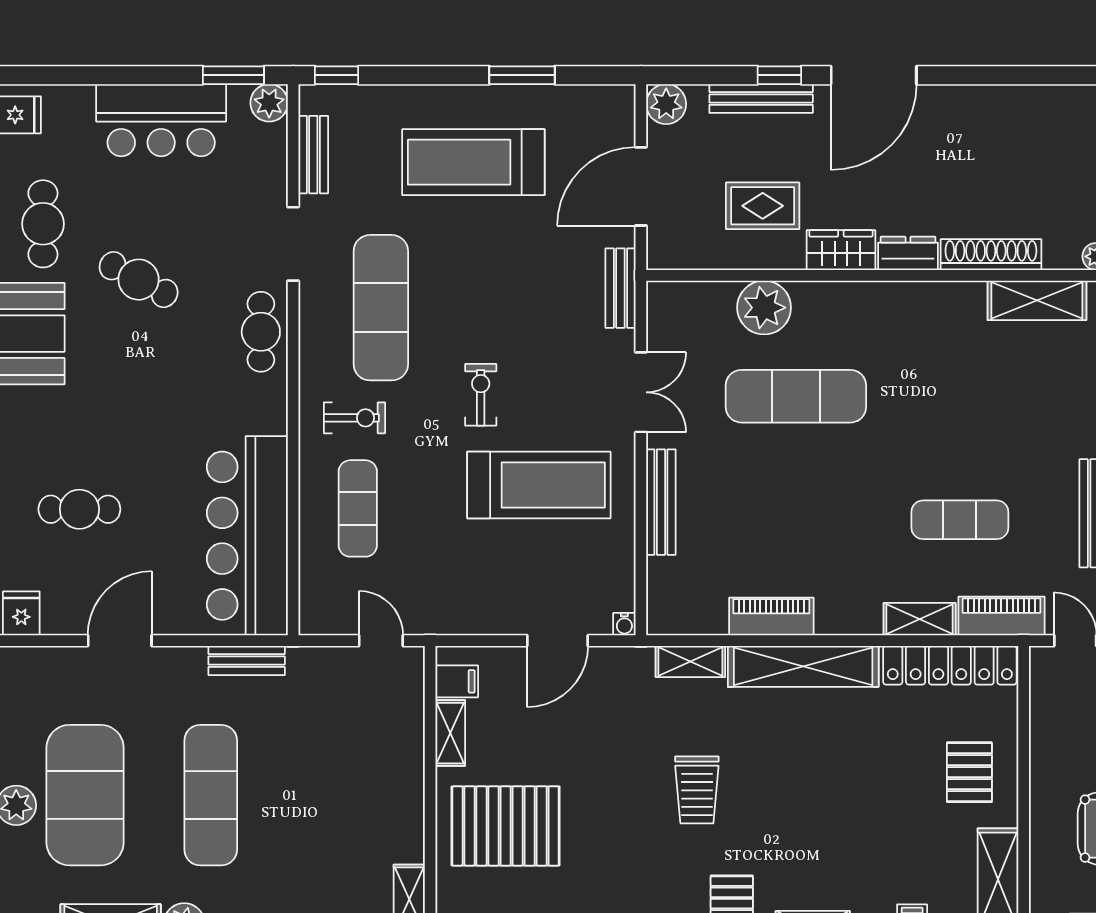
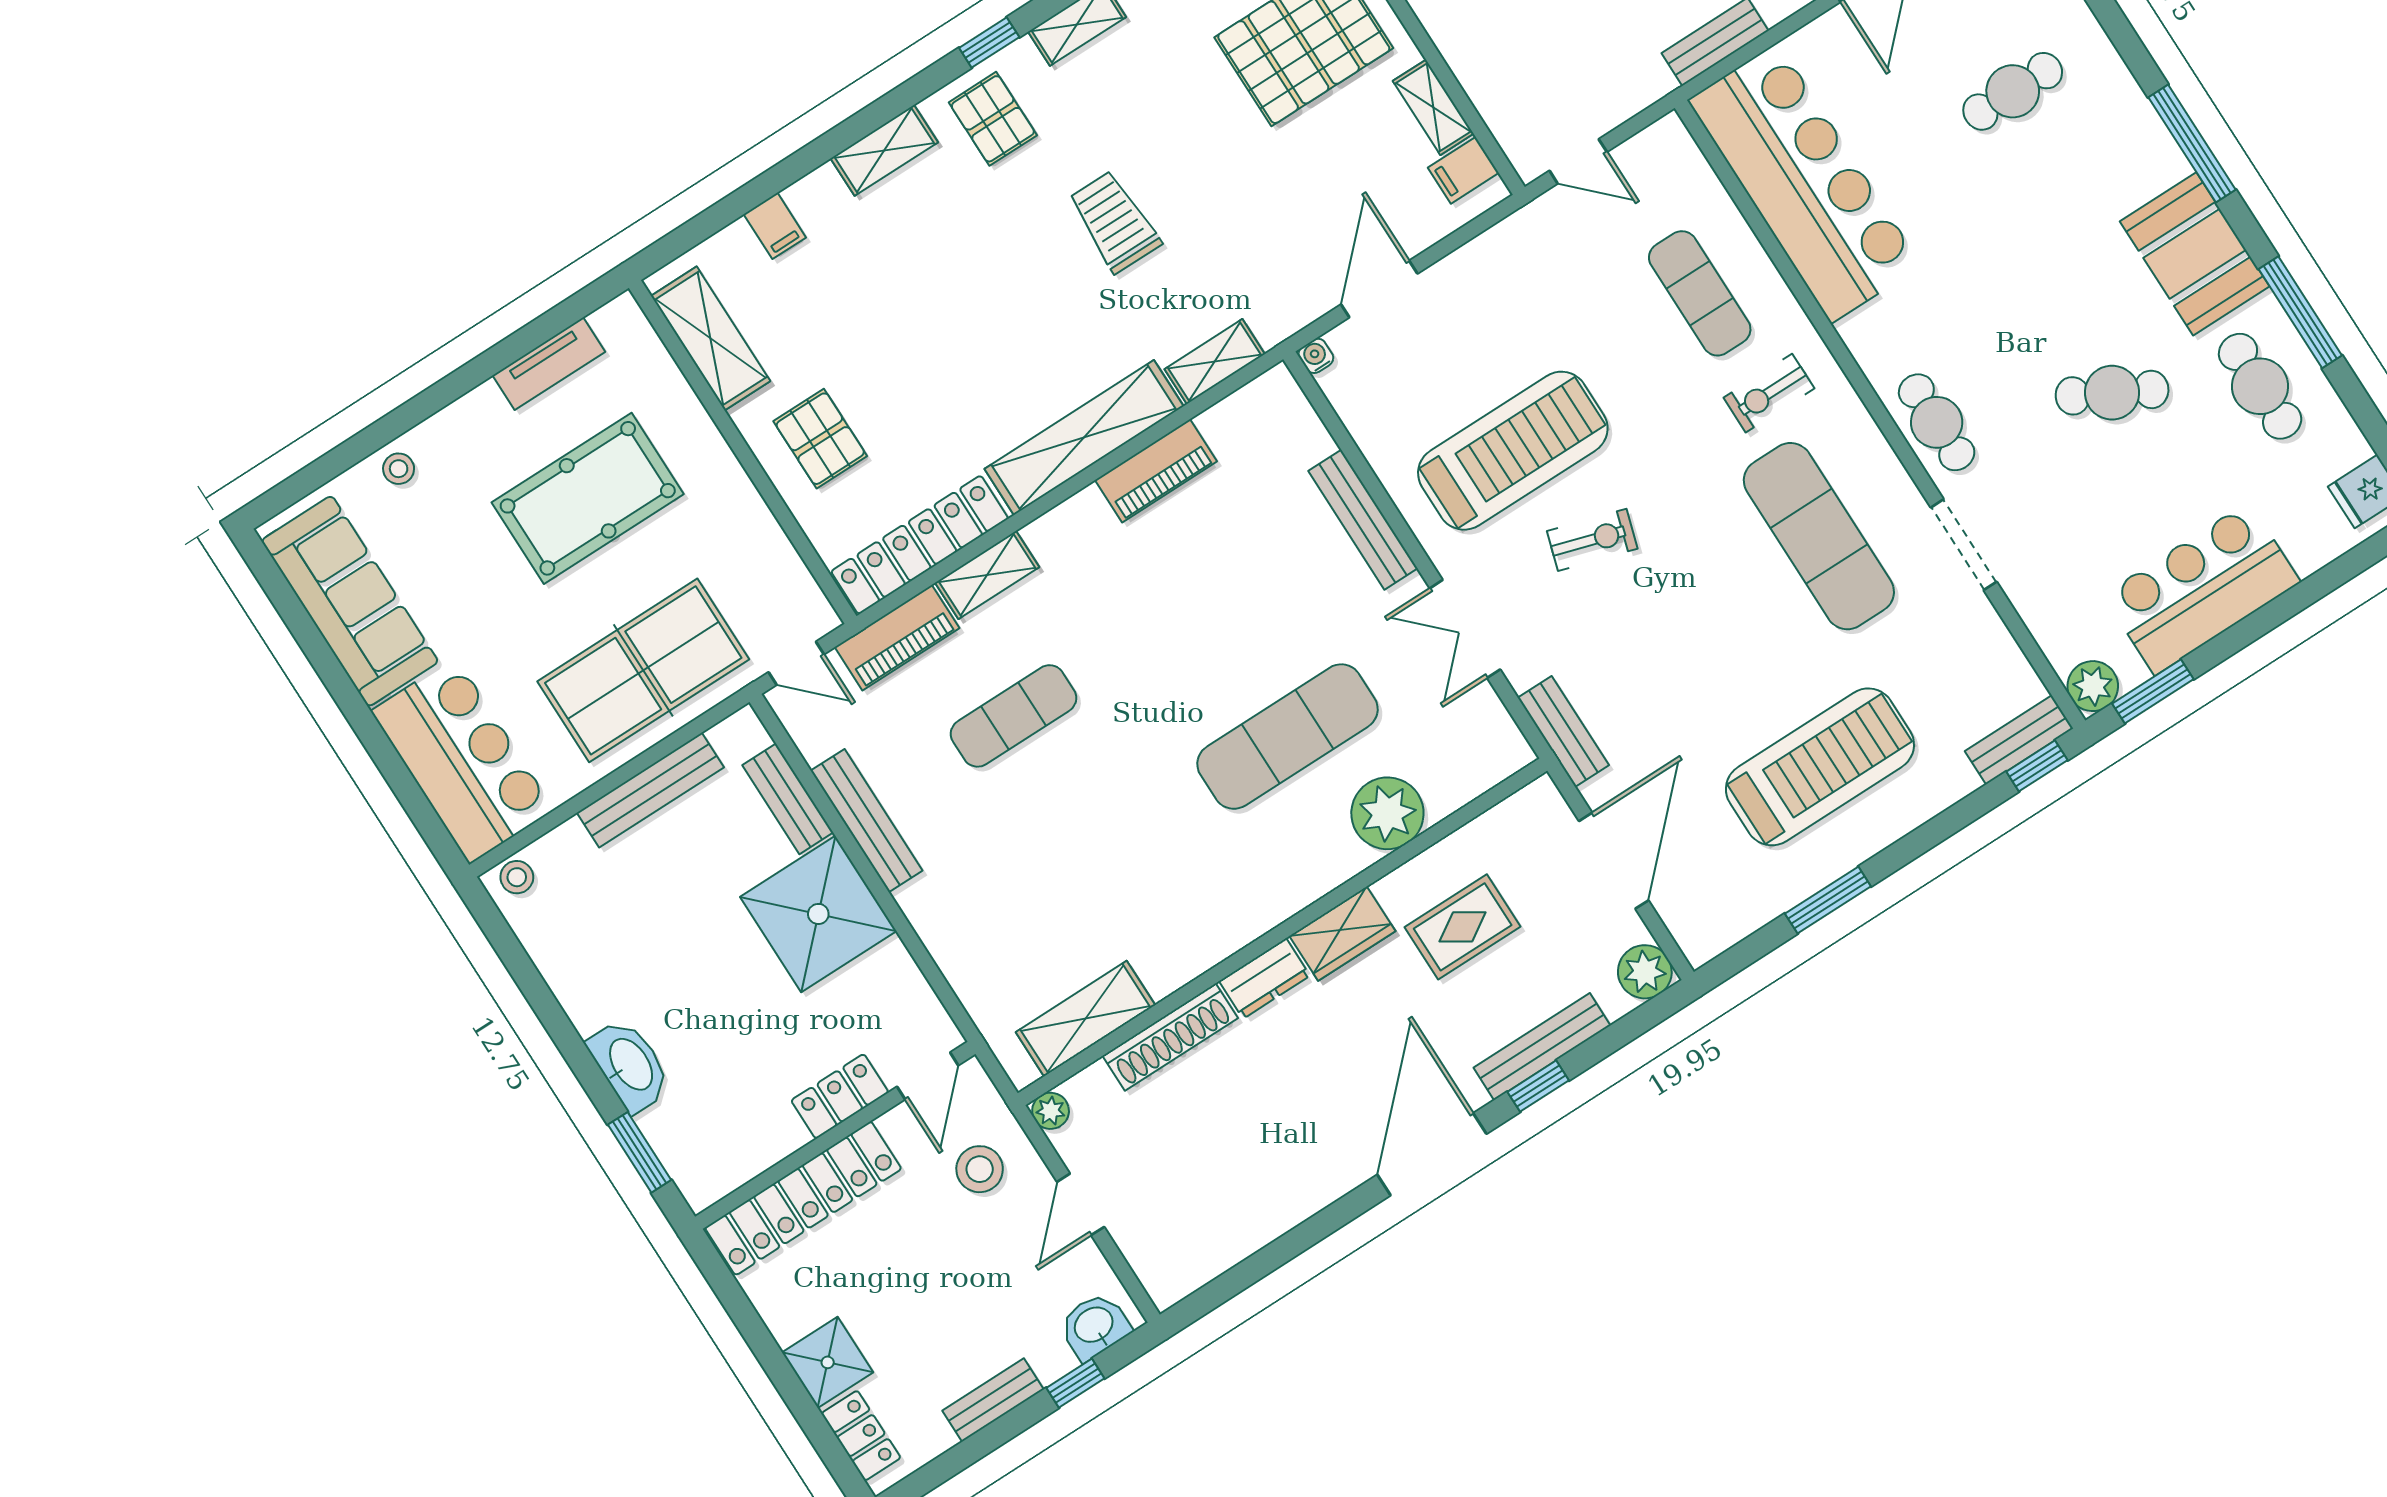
bench: (313, 155) -> (2019, 740), moved, turned 90
exercise bike: (481, 395) -> (1592, 540), moved, turned -73
treadmill: (539, 485) -> (1513, 451), turned 180

